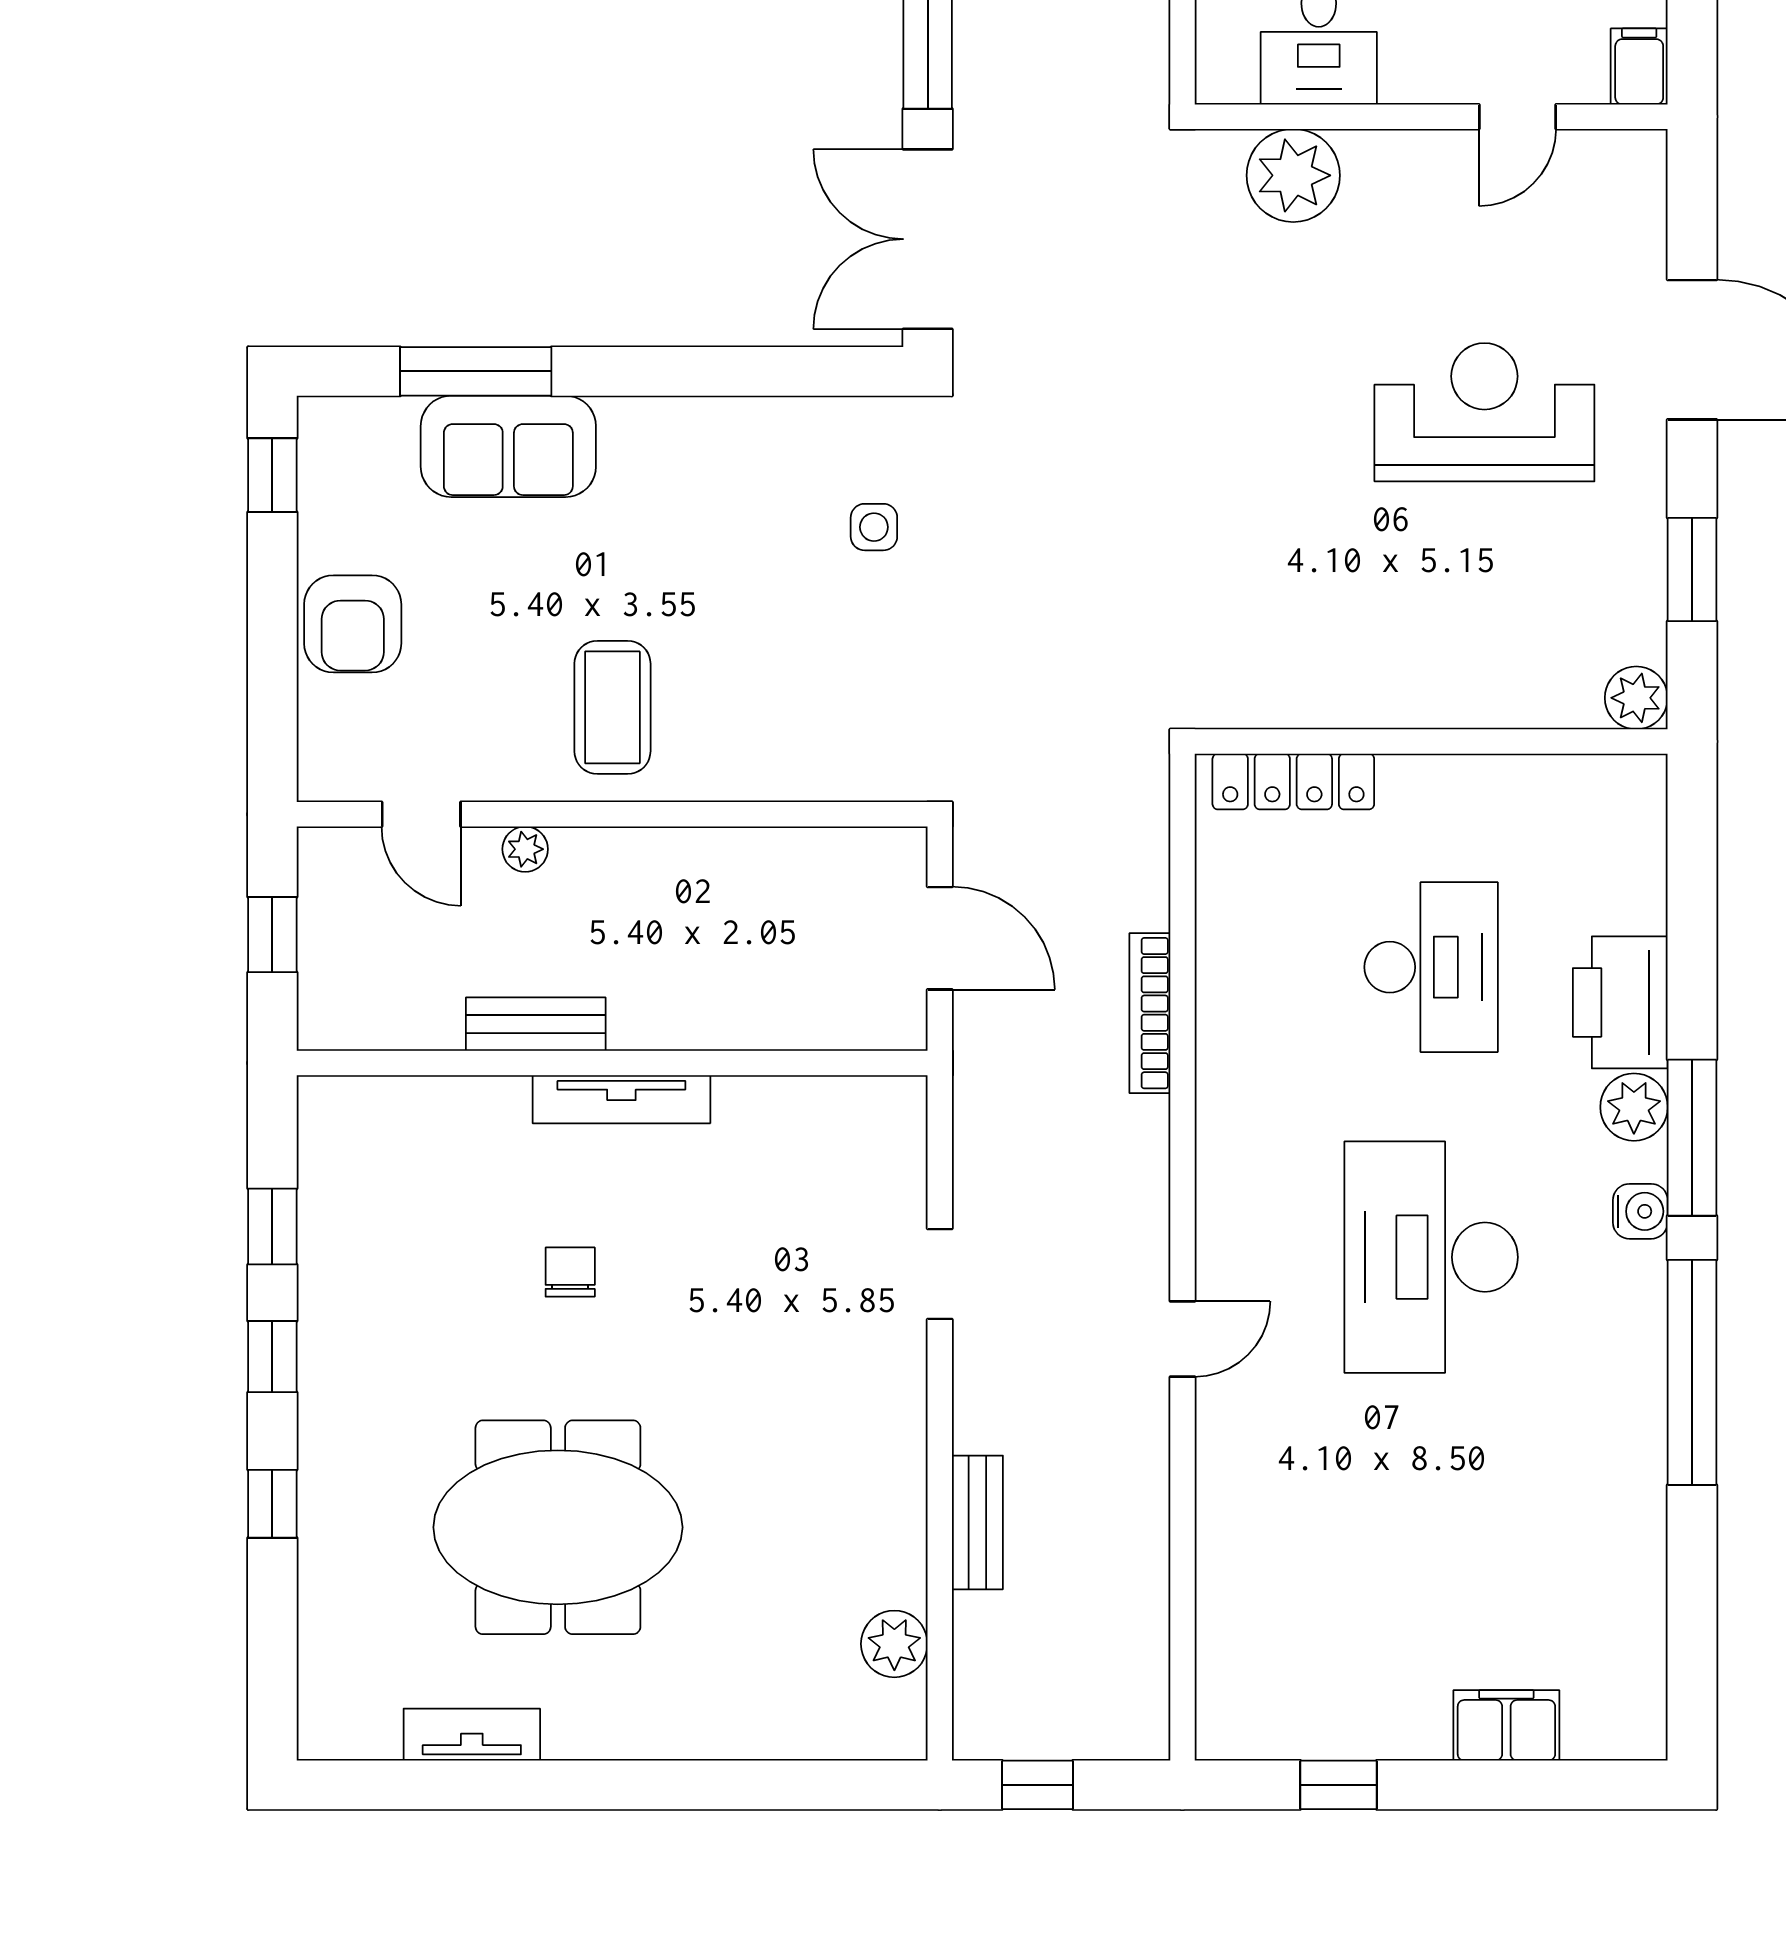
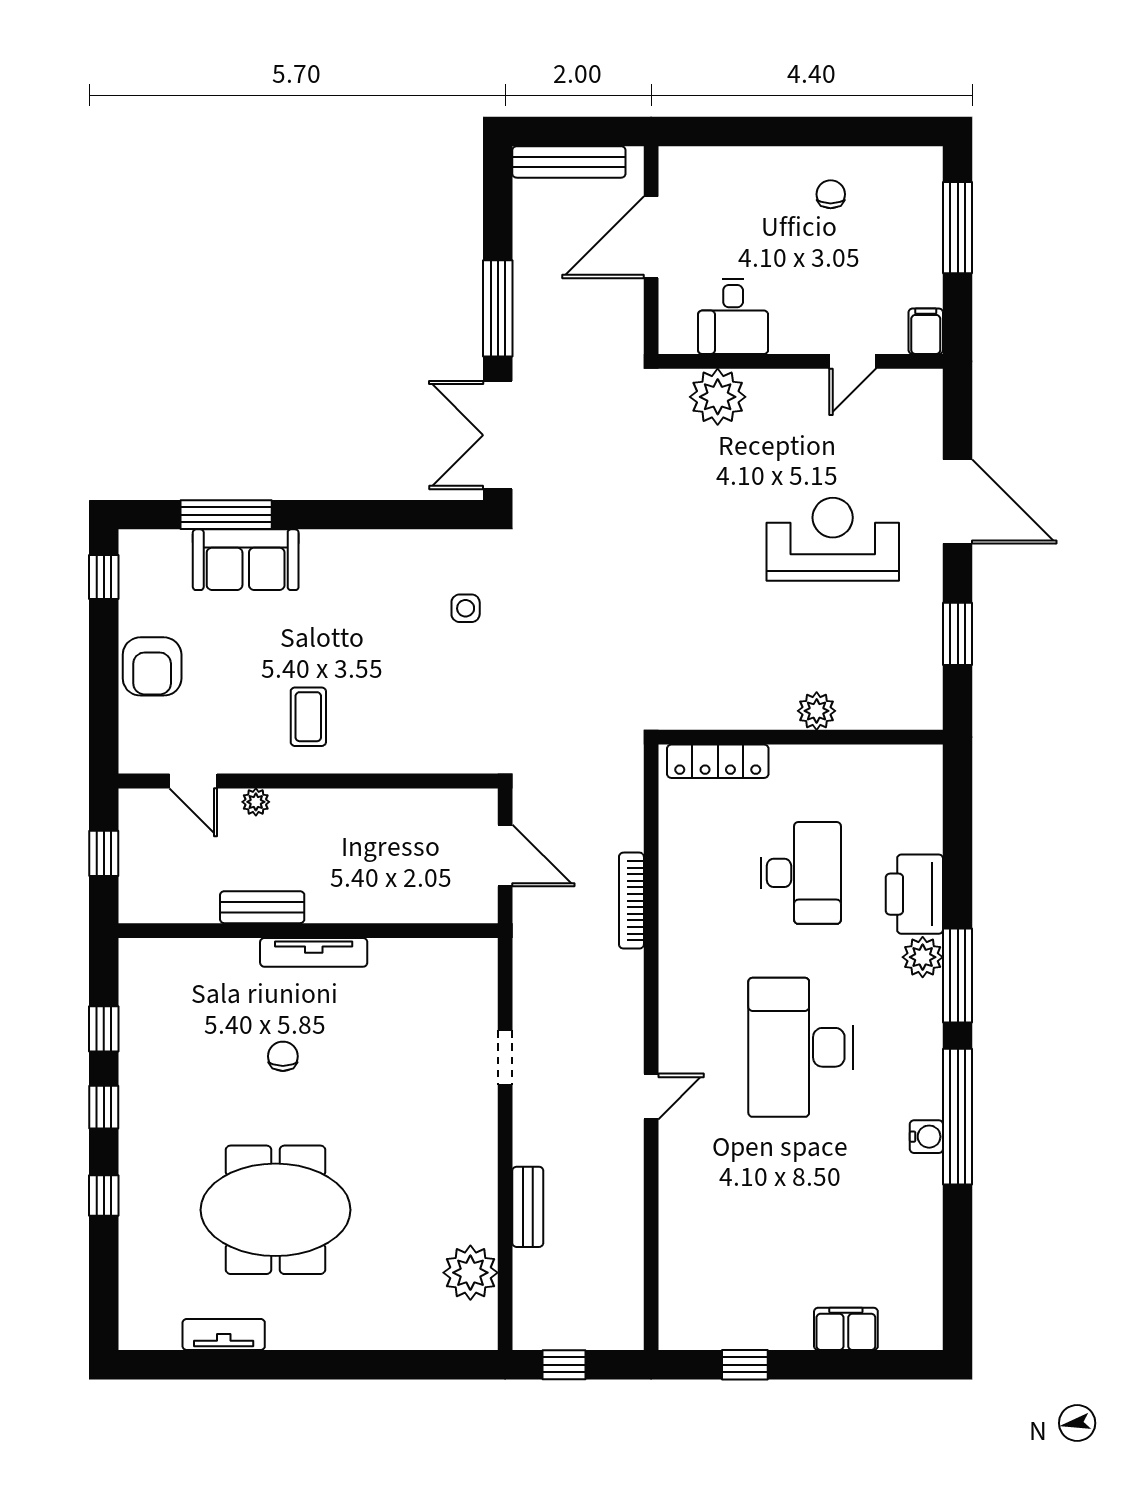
plant: (1636, 698) -> (817, 711), moved
coffee table: (612, 707) -> (308, 717), width x0.73, depth x0.77
water cooler: (1640, 1211) -> (926, 1137), moved
plant: (894, 1644) -> (470, 1273), width x1.36, depth x1.36

